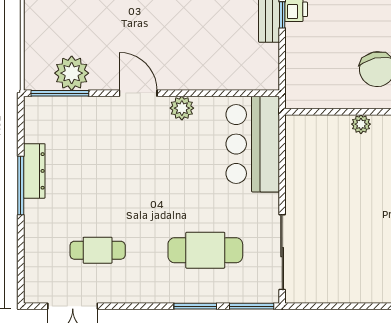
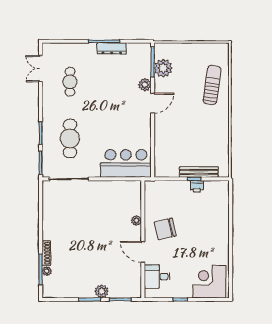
plant: (182, 108) -> (145, 85), moved

